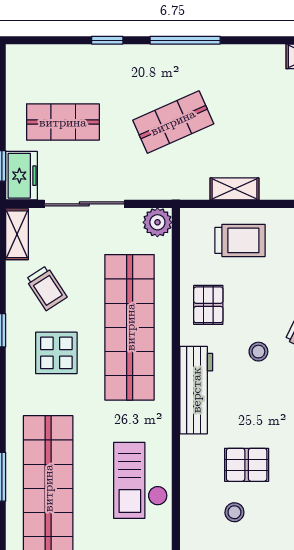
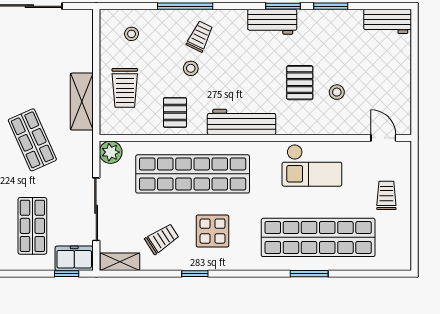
shelving: (235, 189) -> (82, 102), width x1.50, depth x1.33
trolley: (240, 240) -> (125, 88), turned 180
pallet: (208, 305) -> (175, 112), turned 90
stool: (258, 352) -> (191, 68), moved

